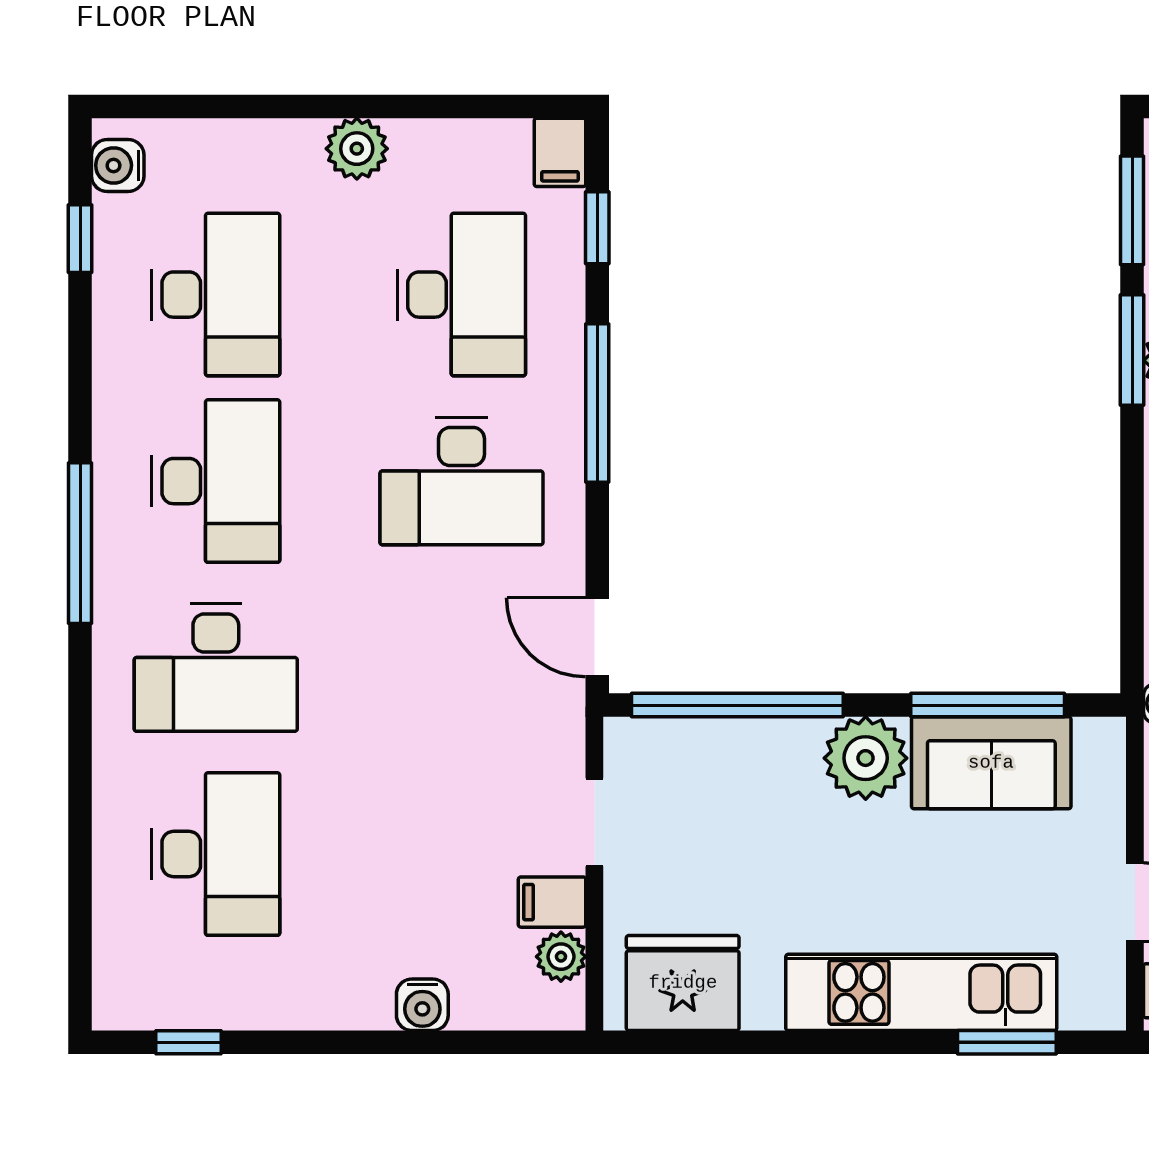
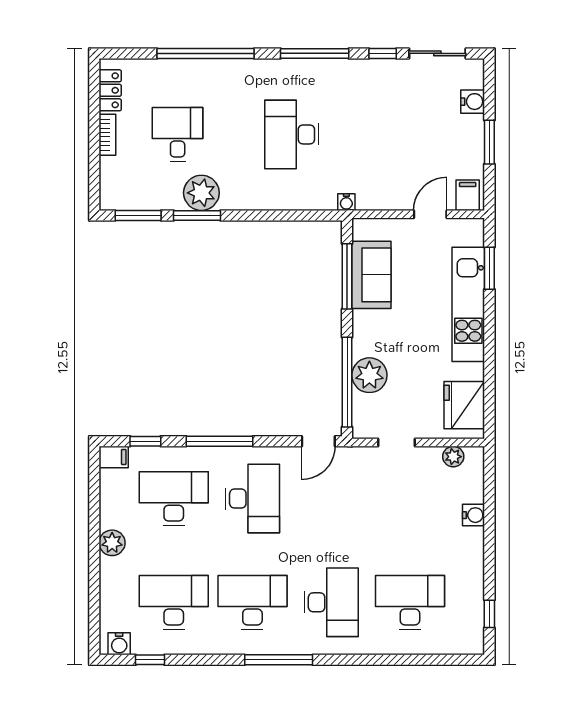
plant: (866, 758) -> (369, 375), moved
filing cabinet: (552, 902) -> (430, 460), removed

